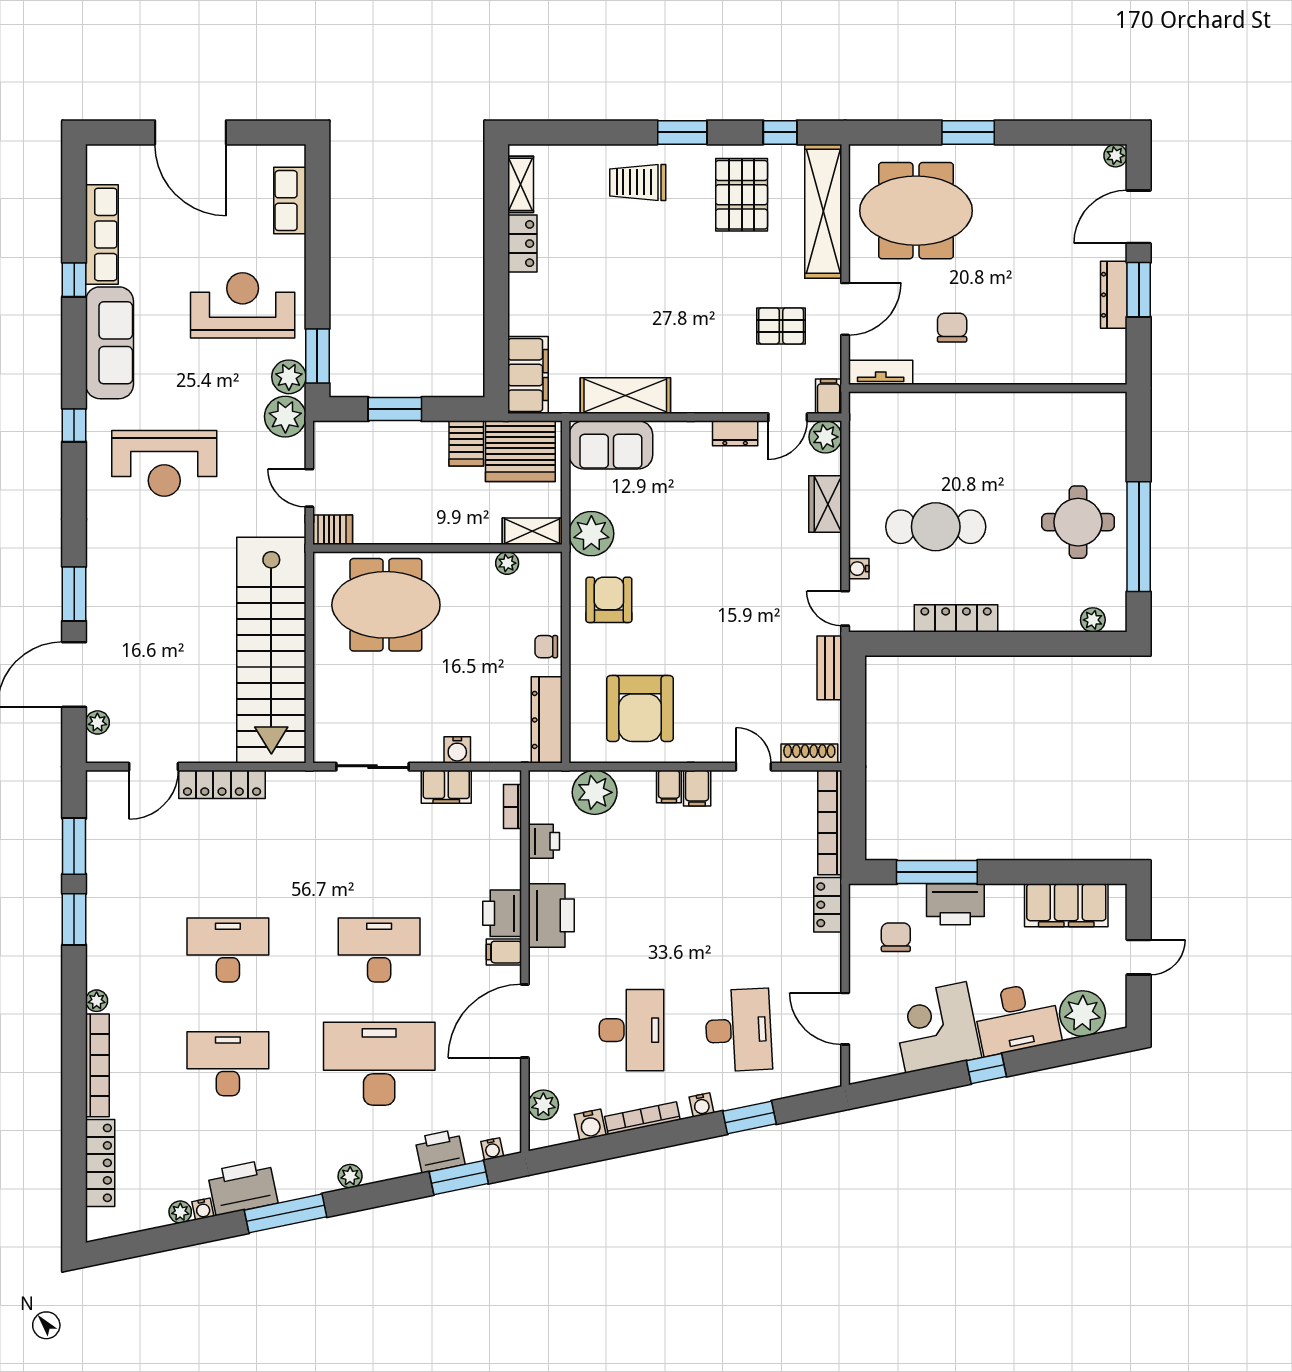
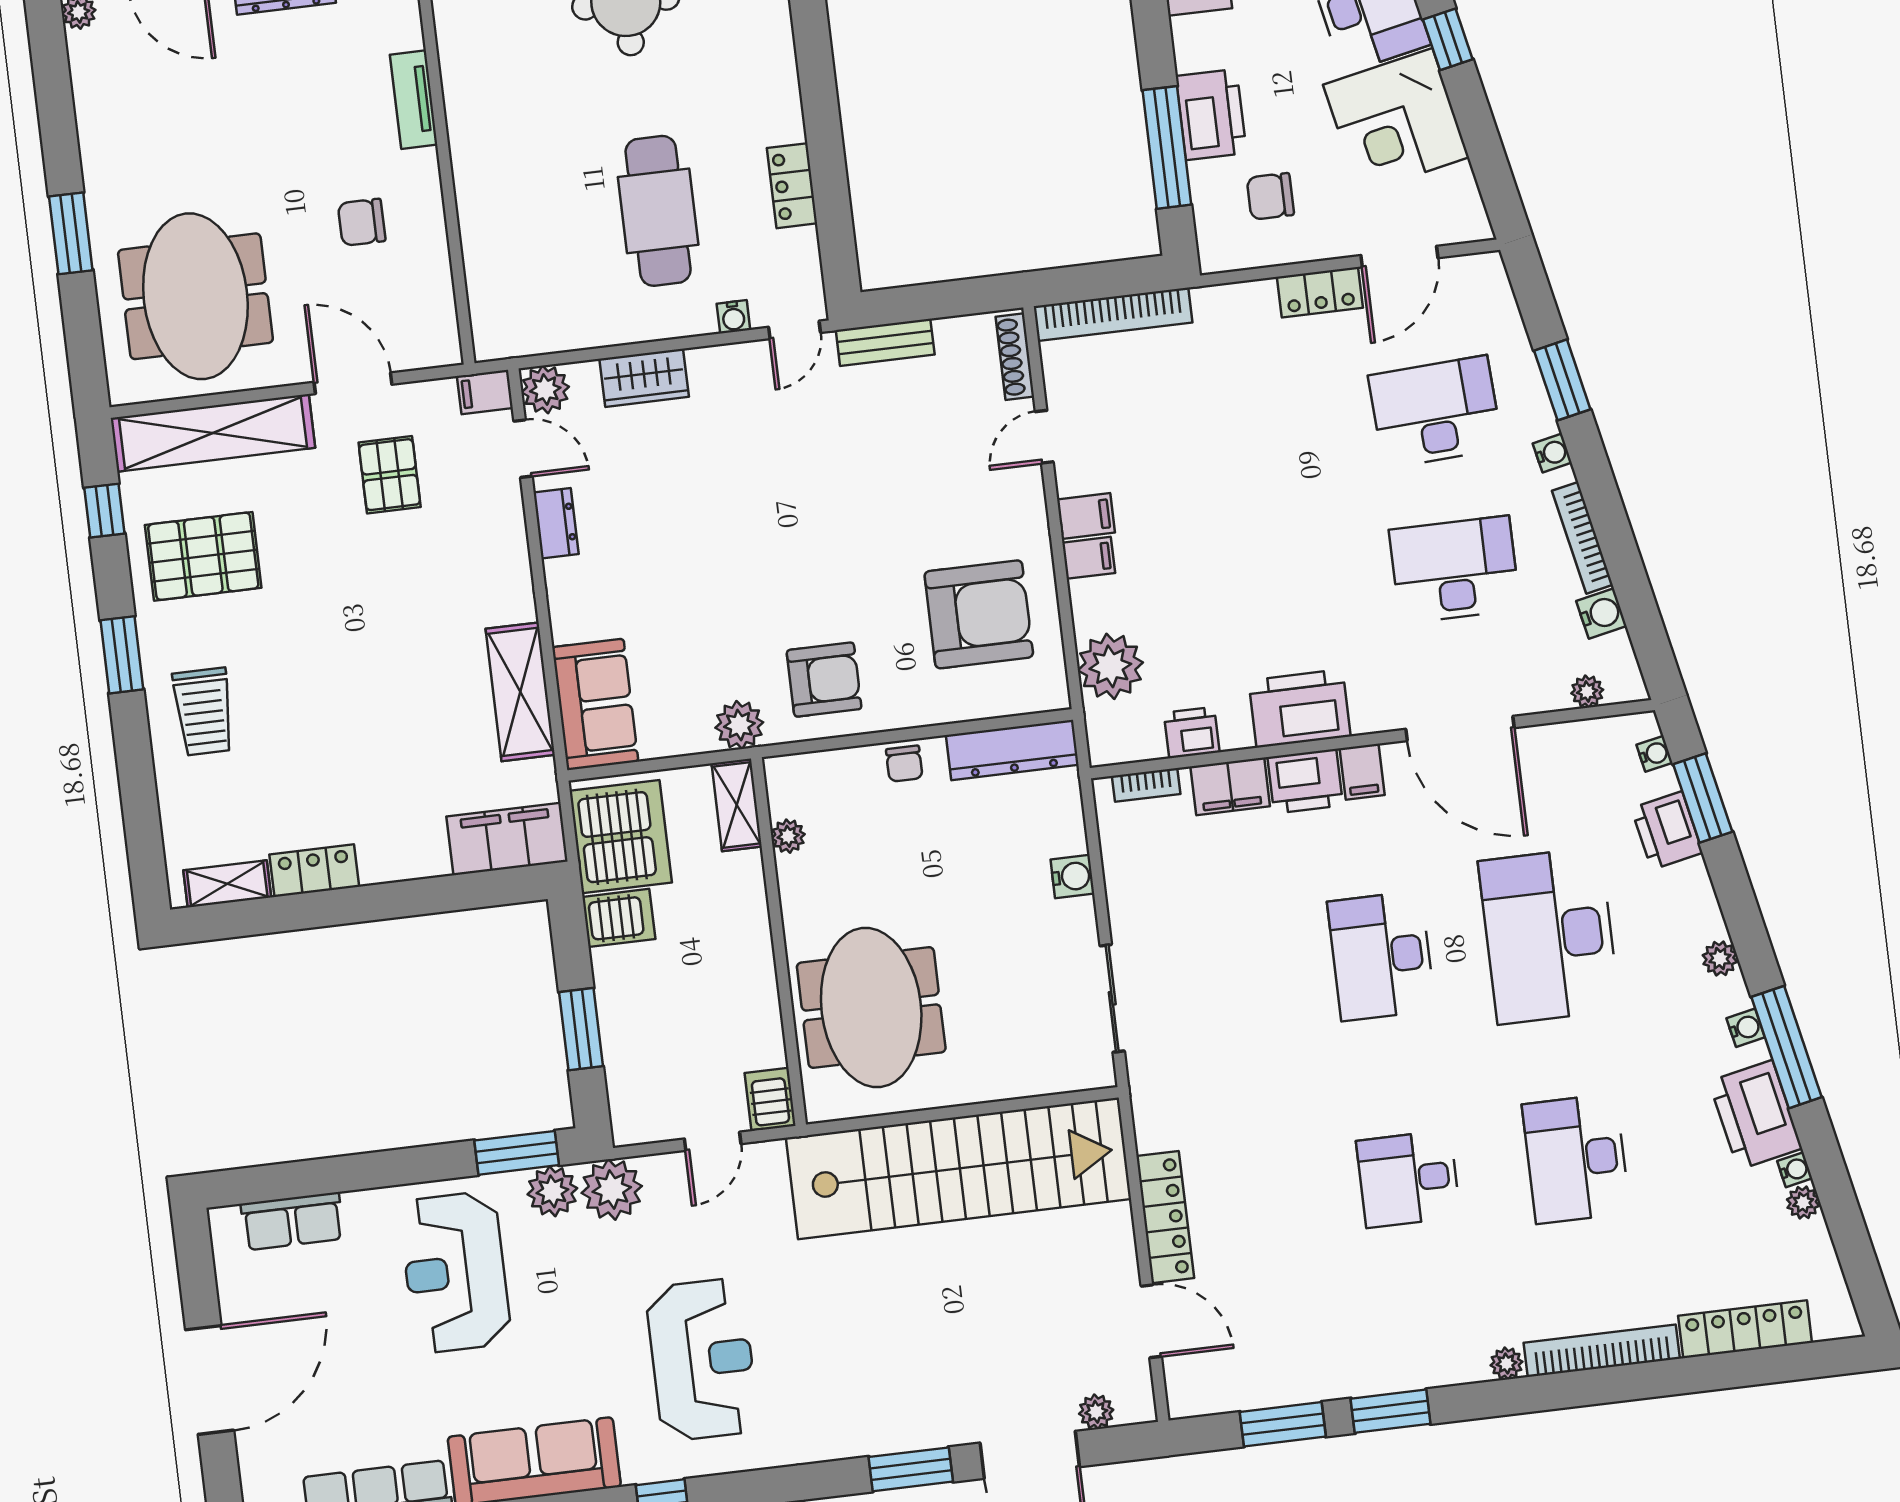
tv unit: (881, 372) -> (414, 100), moved
plant: (591, 534) -> (739, 725), width x0.73, depth x0.73
armchair: (609, 600) -> (824, 680), turned 180
locker: (956, 618) -> (792, 186), width x0.66
filing cabinet: (446, 787) -> (1230, 786), moved, turned 90
locker: (828, 905) -> (1320, 292), moved
desk: (228, 950) -> (1408, 1179), width x0.73
plant: (543, 1105) -> (1587, 692), width x0.73, depth x0.73
water cooler: (302, 1188) -> (1746, 1028), added

